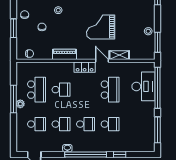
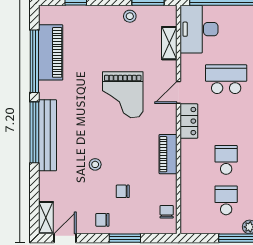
shelving: (119, 55) -> (169, 43), moved
desk: (143, 86) -> (199, 29), moved, turned -90
school desk: (36, 90) -> (226, 200), width x0.54

